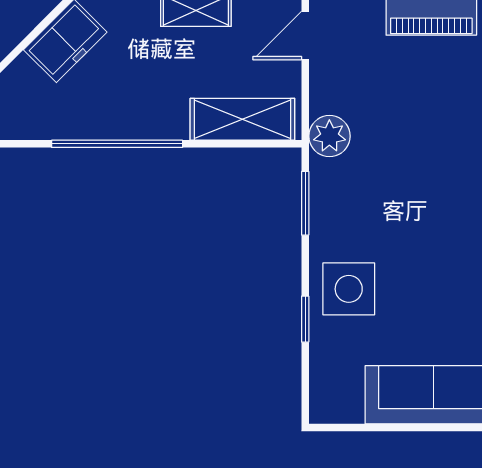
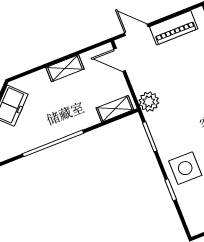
door: (305, 35) -> (120, 60), hinge flipped
shelving: (242, 119) -> (115, 109), width x0.67, depth x0.75

